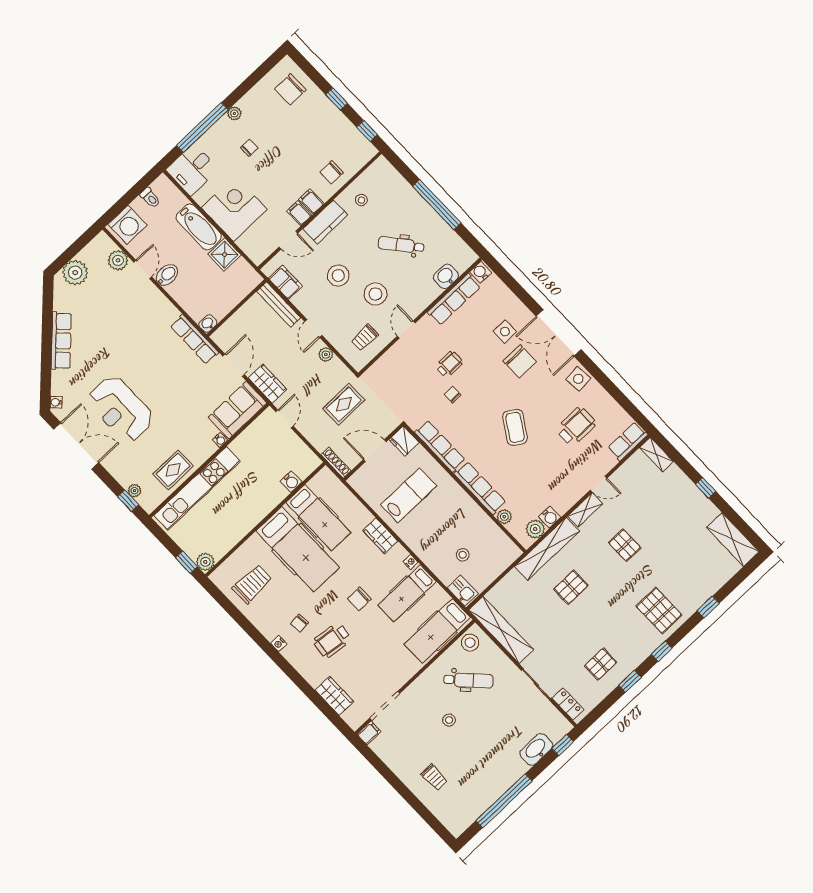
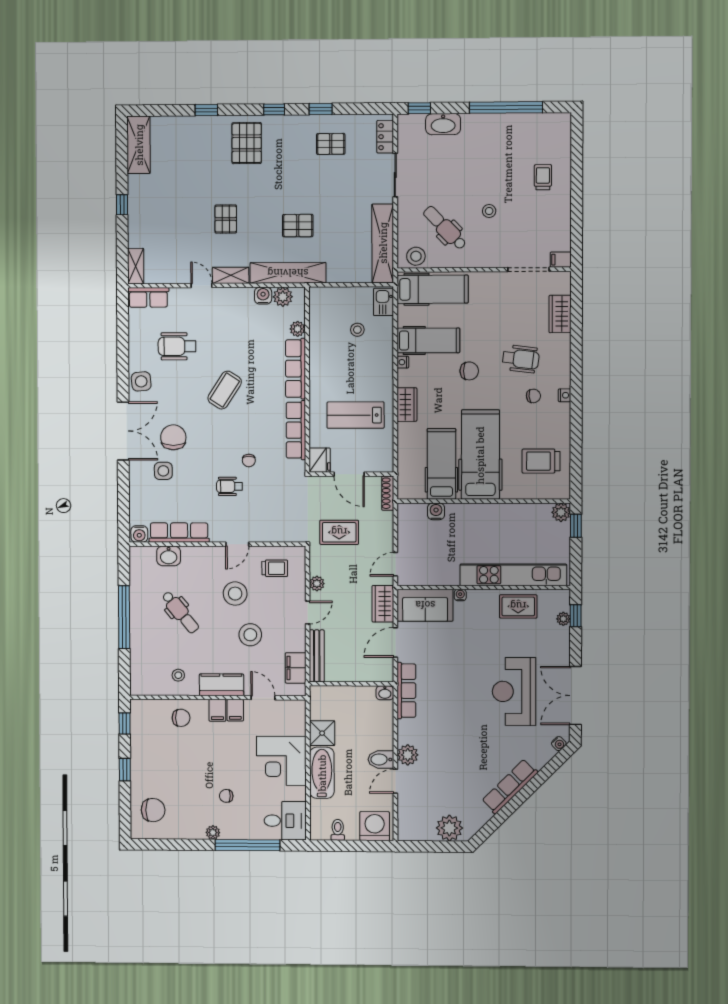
plant: (118, 260) -> (408, 755), moved
reception desk: (121, 409) -> (514, 691), turned 180

